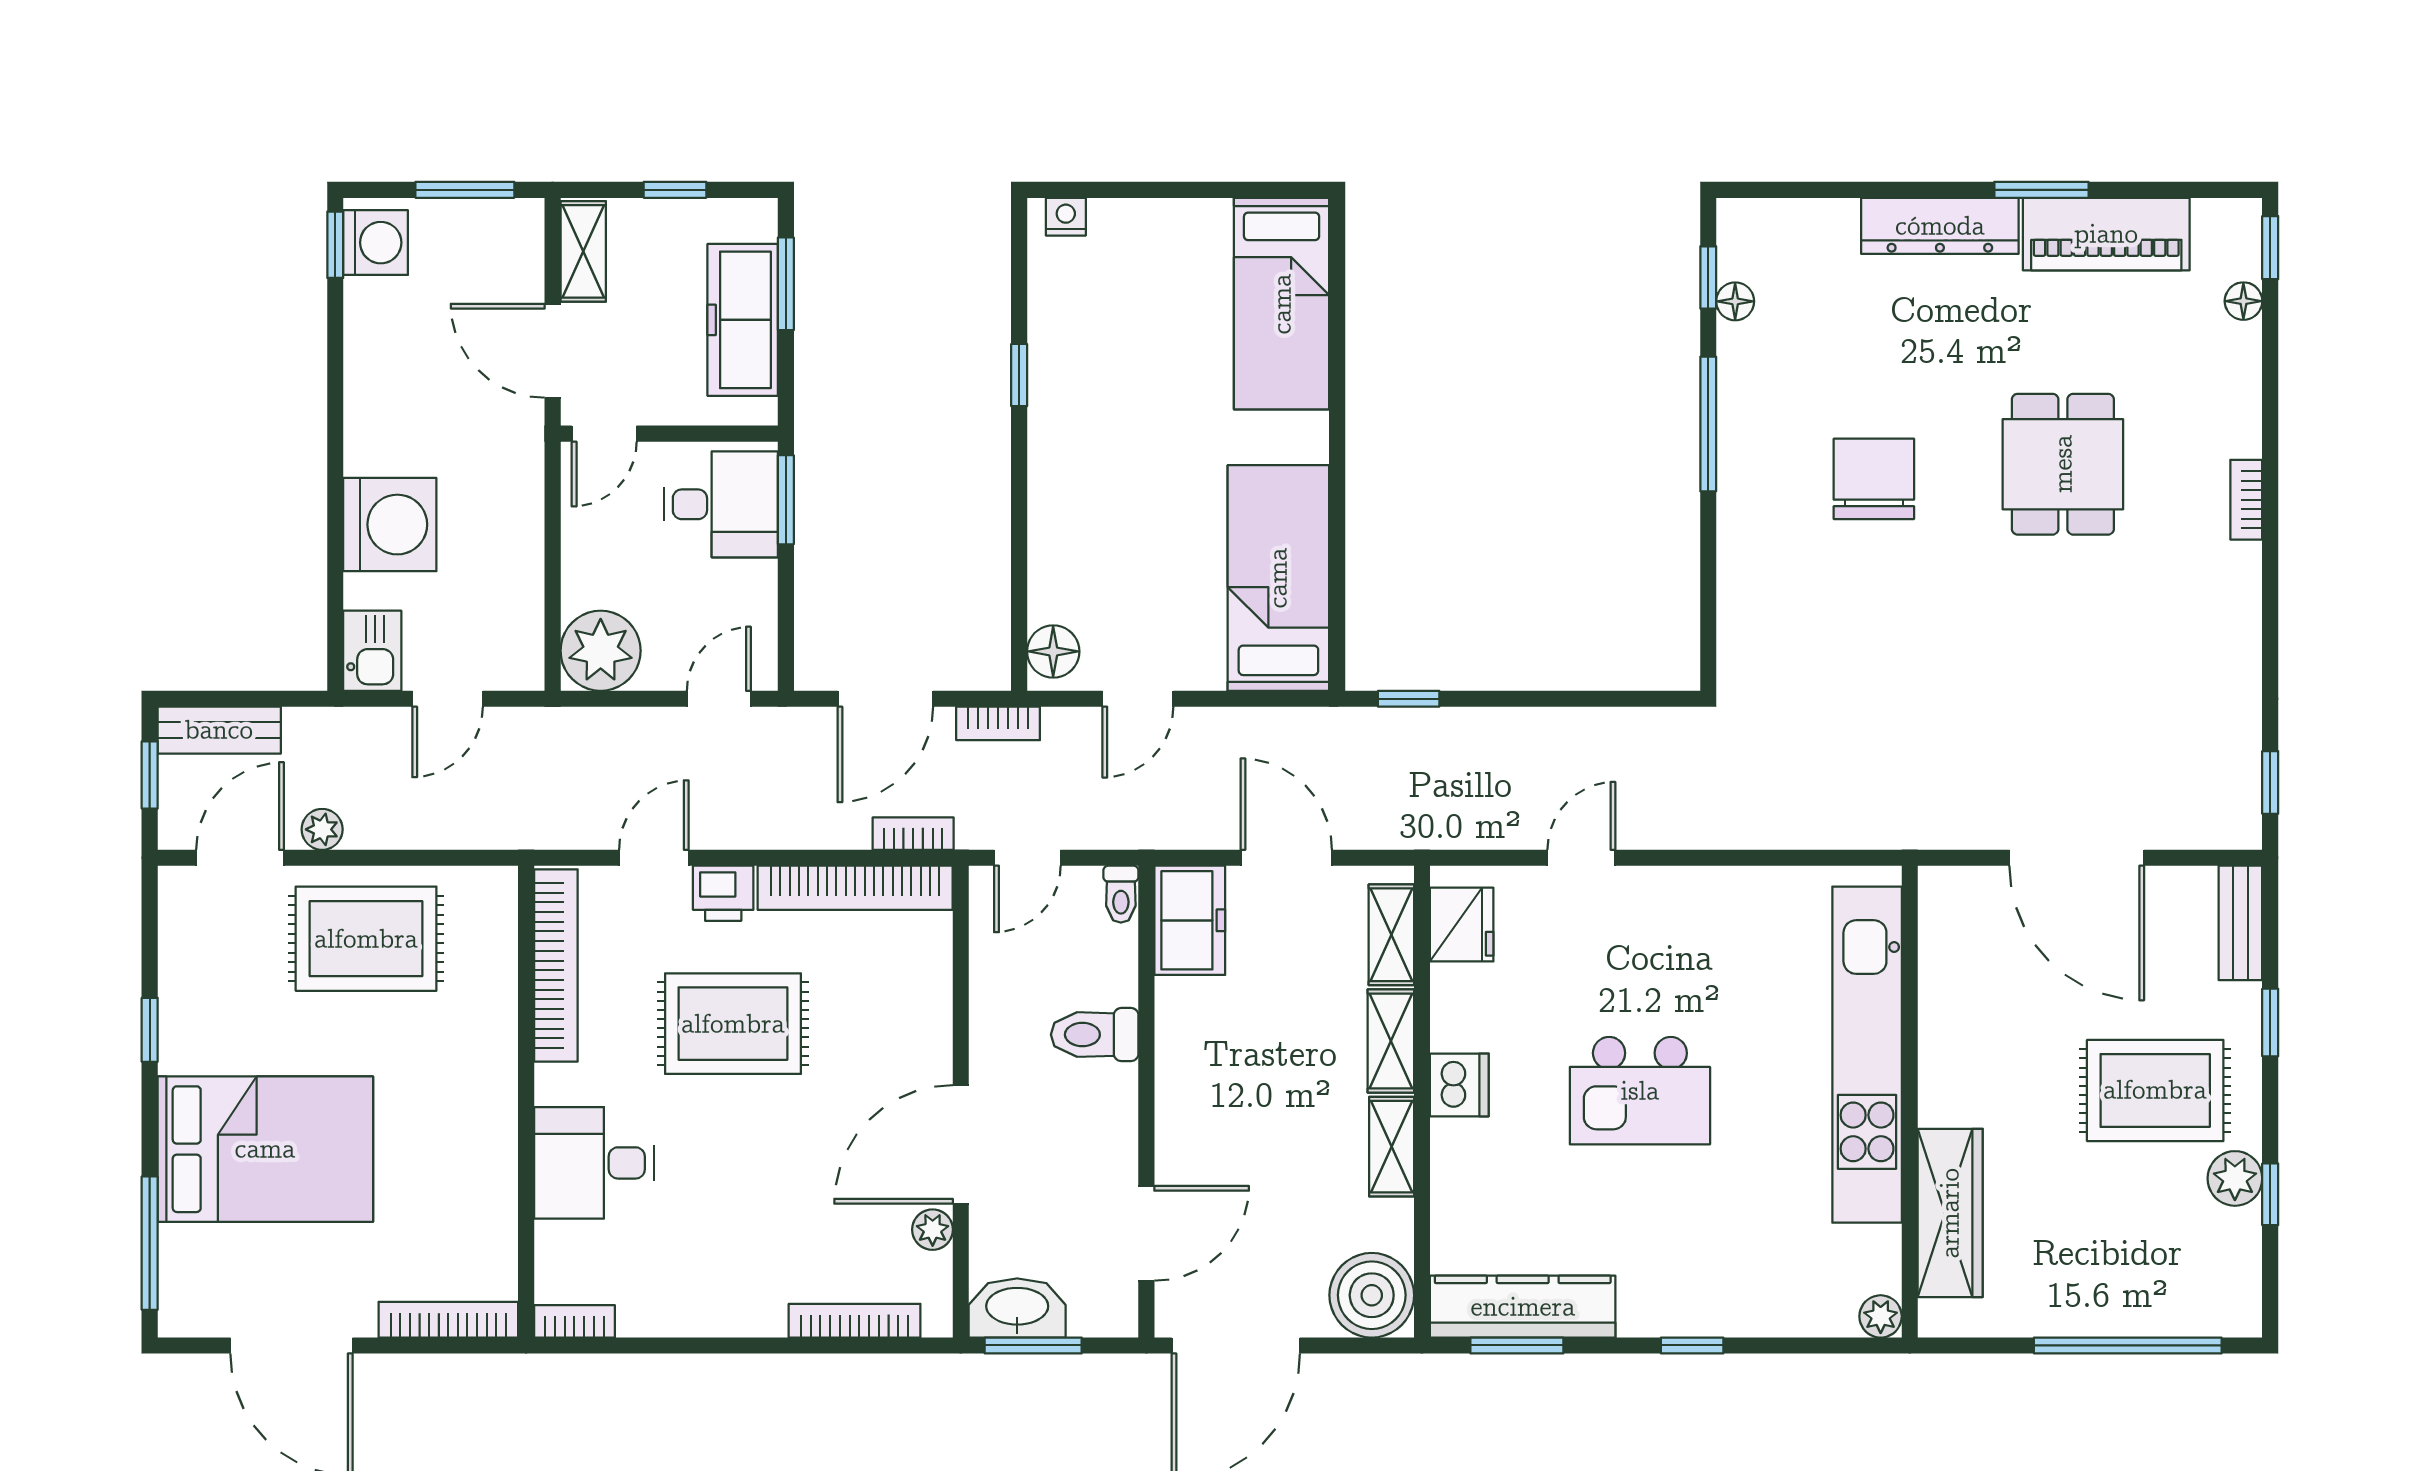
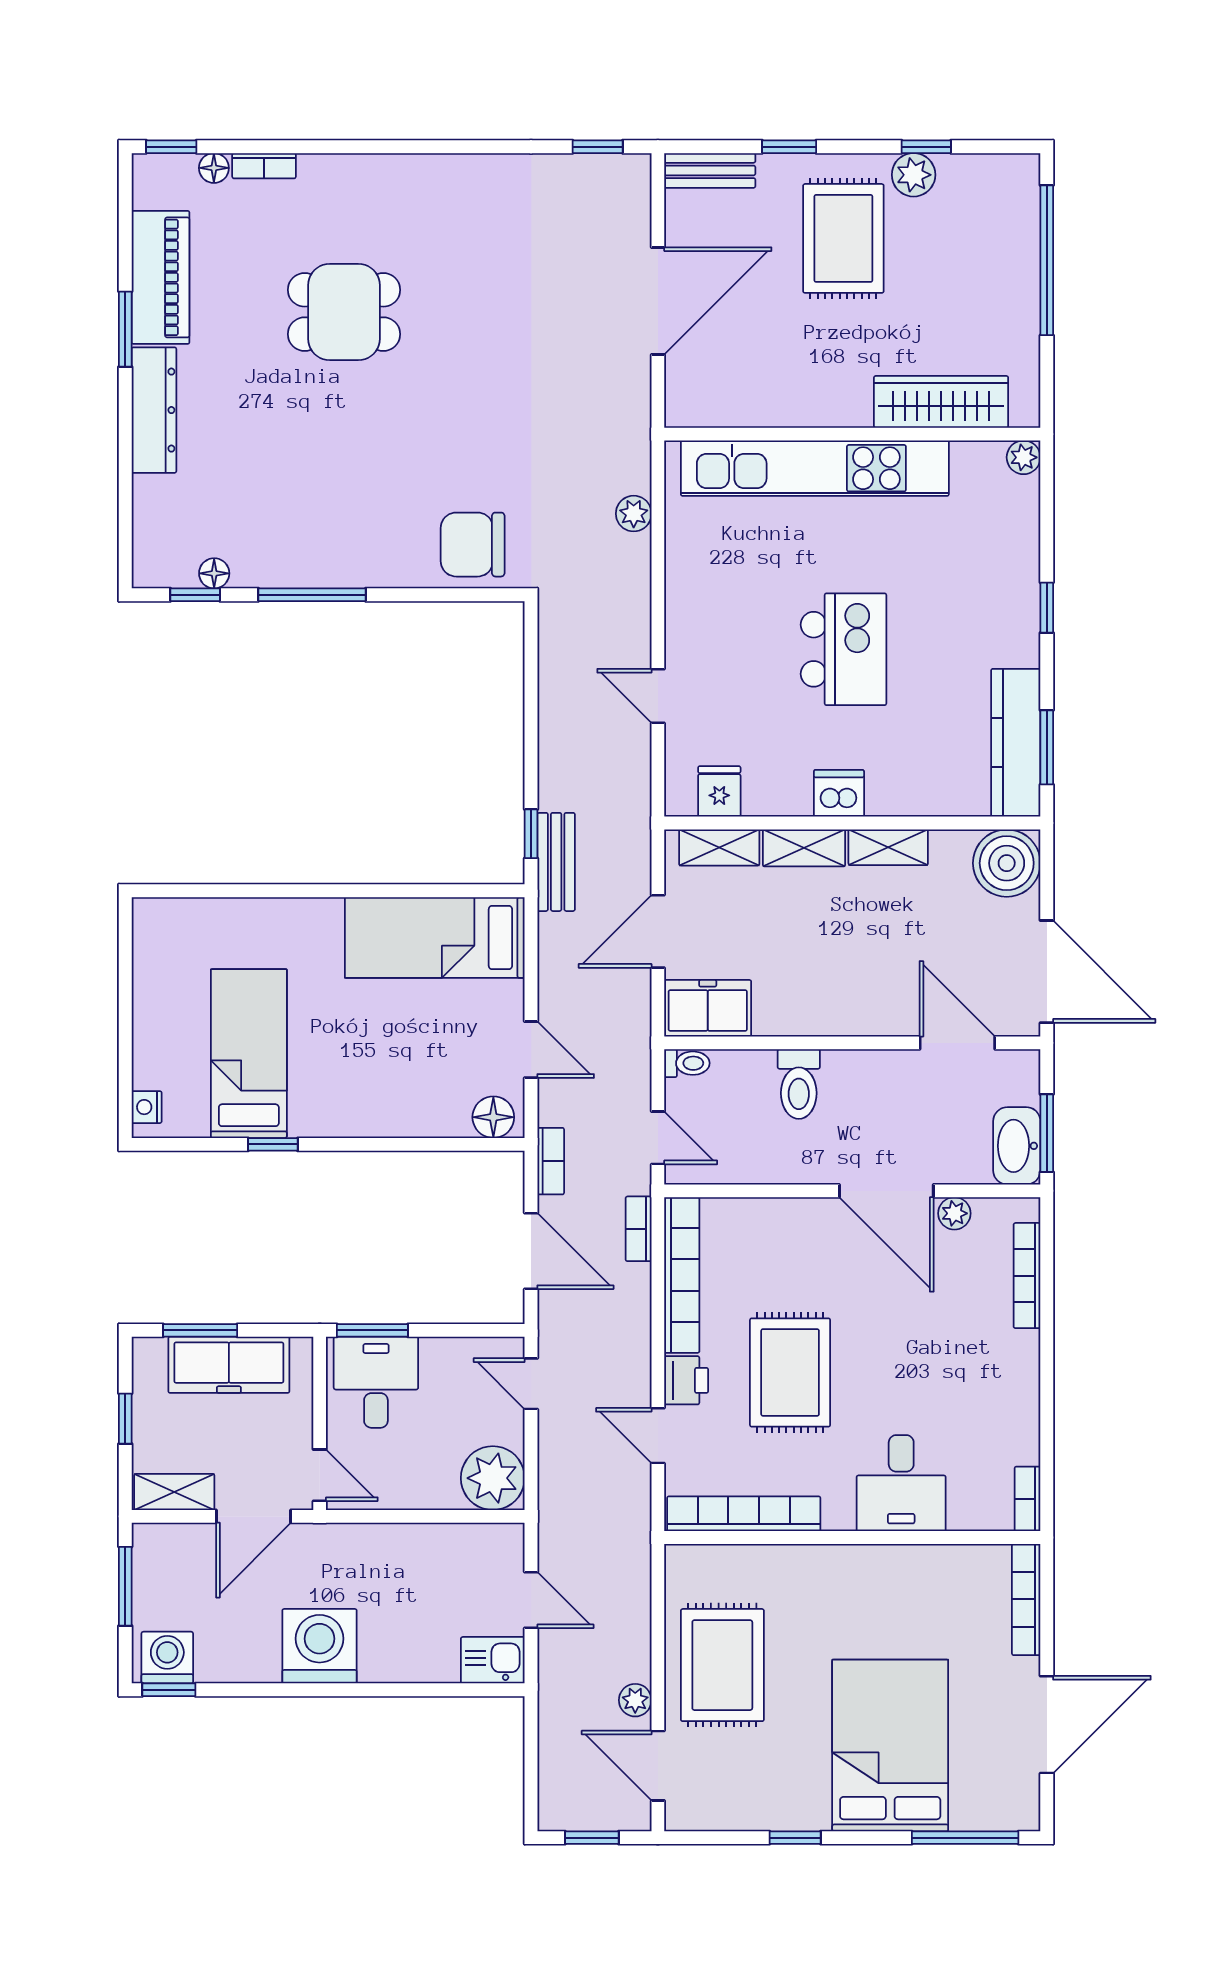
bed: (1282, 304) -> (249, 1054), moved, turned -90
chair: (1874, 479) -> (473, 545), moved
bookcase: (2246, 500) -> (264, 166), moved
washing machine: (390, 525) -> (319, 1646), moved
bench: (219, 730) -> (556, 862), moved
plant: (1810, 827) -> (634, 514), added
fridge: (1462, 925) -> (719, 791), width x0.72

